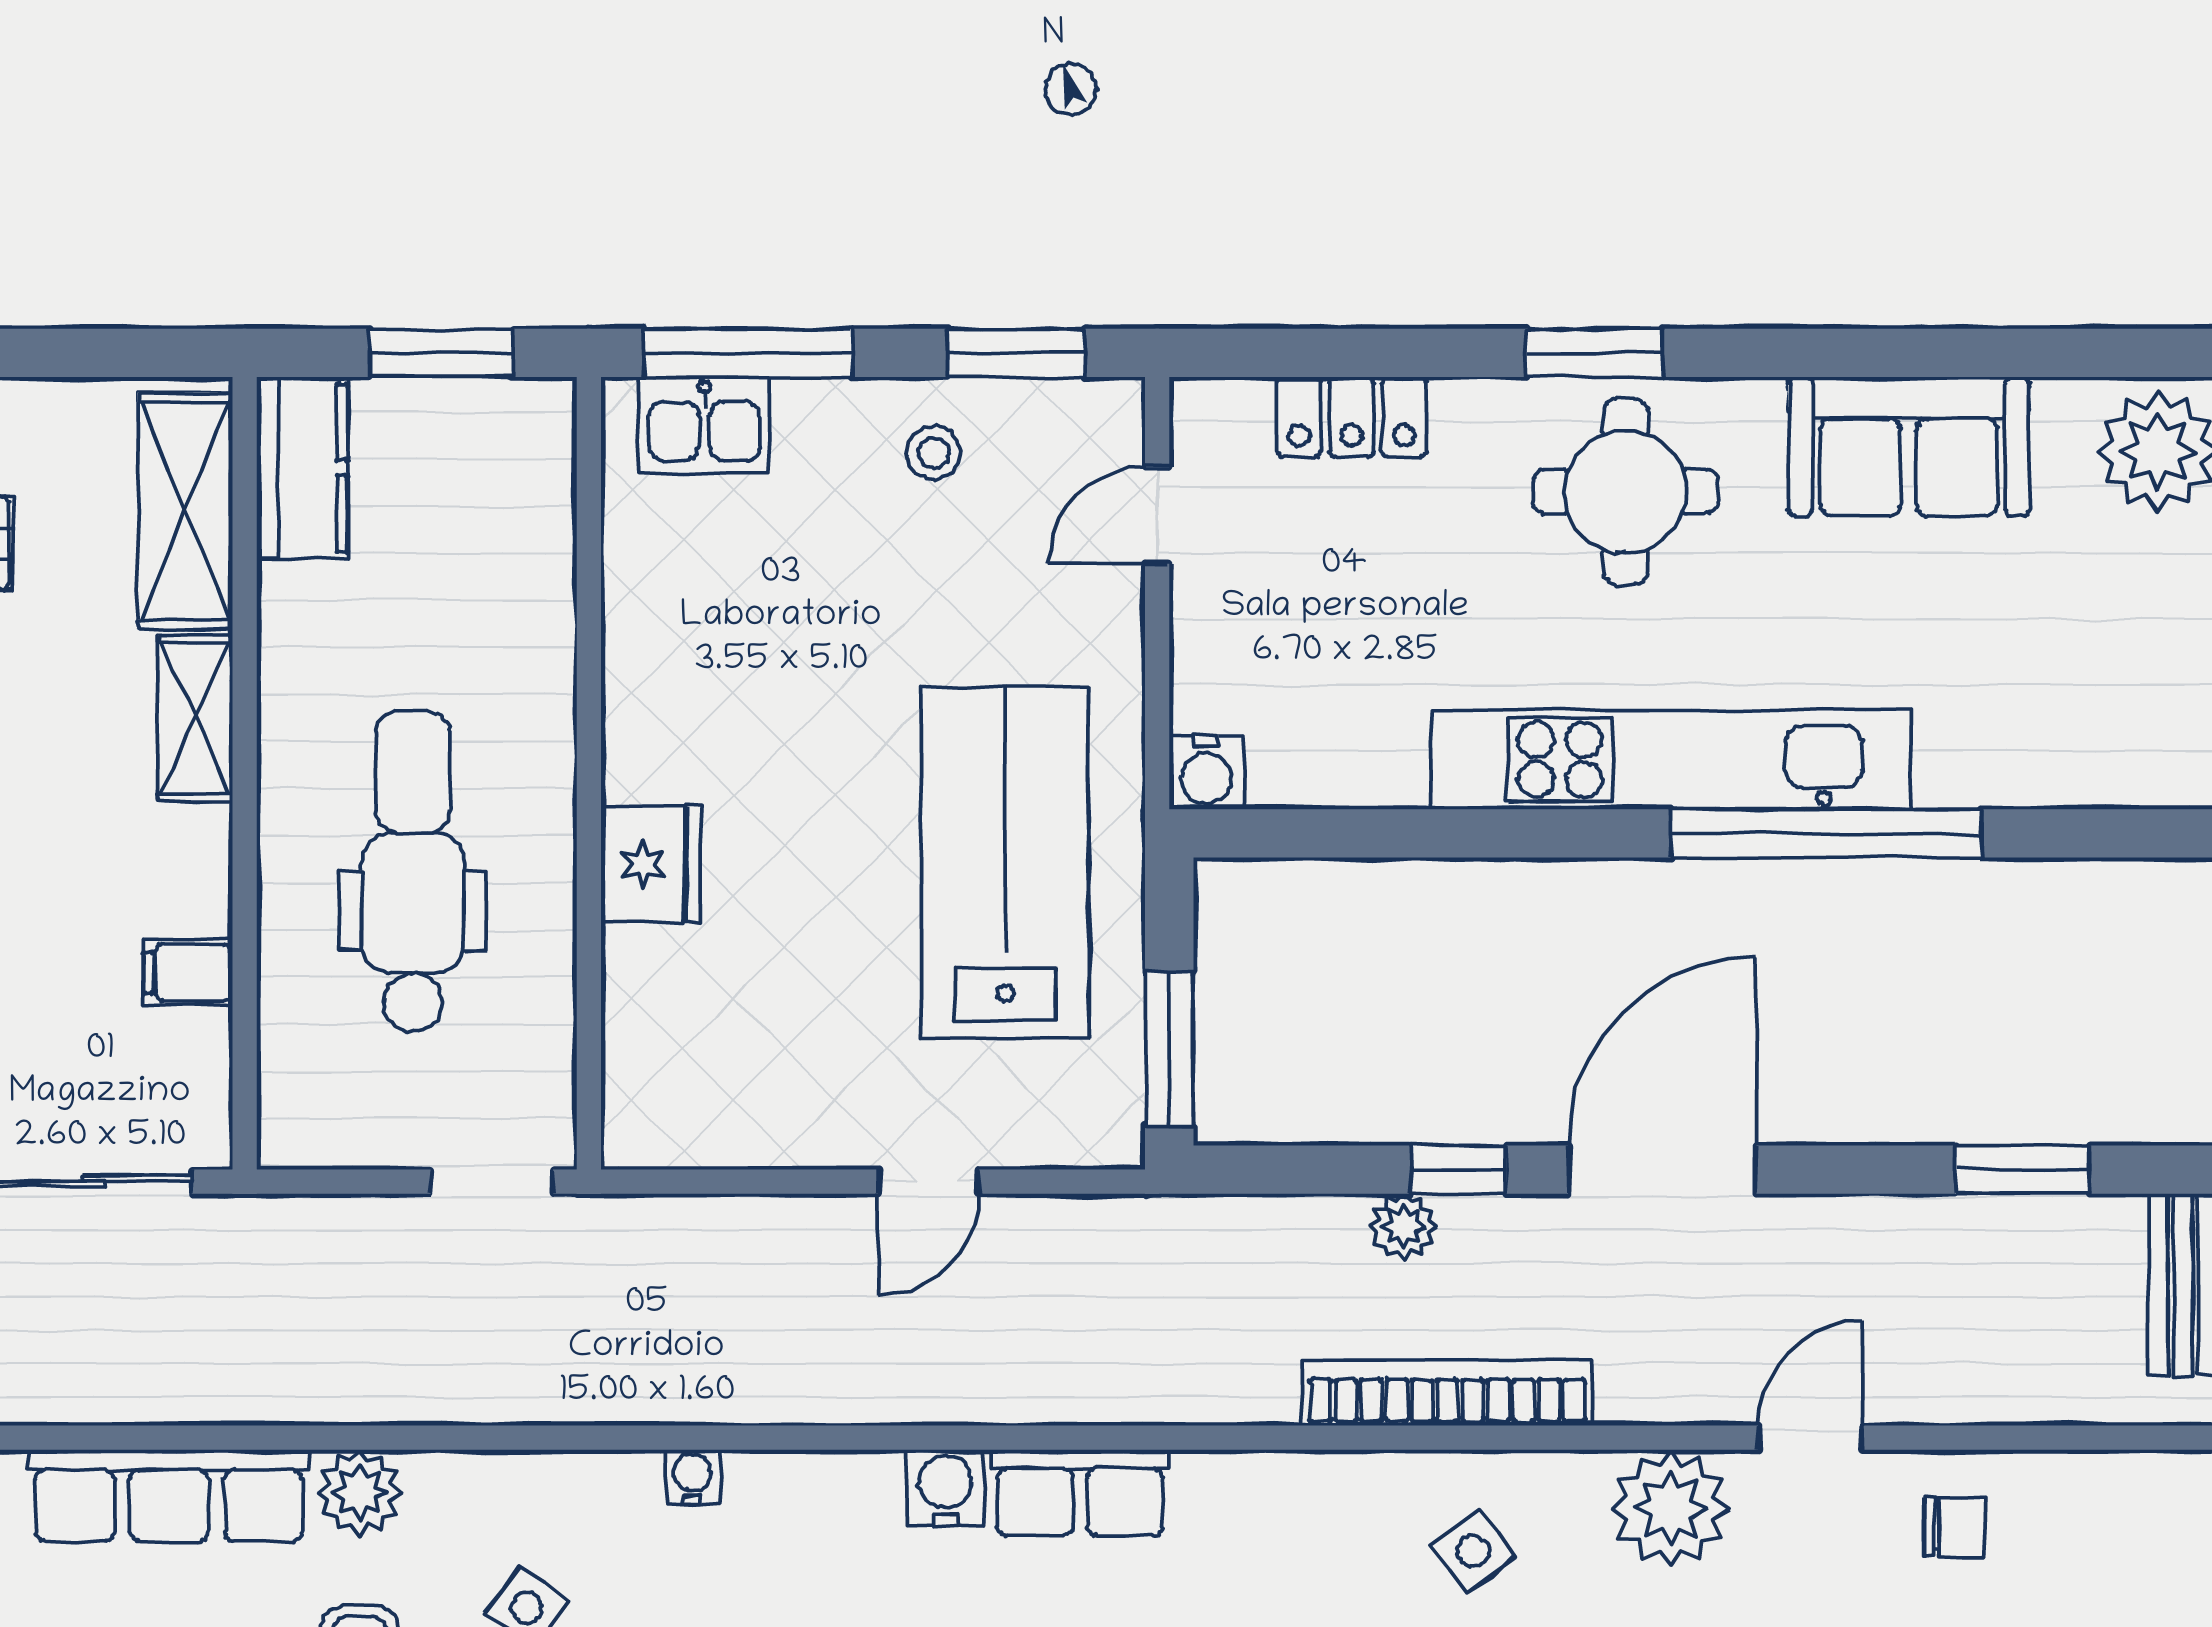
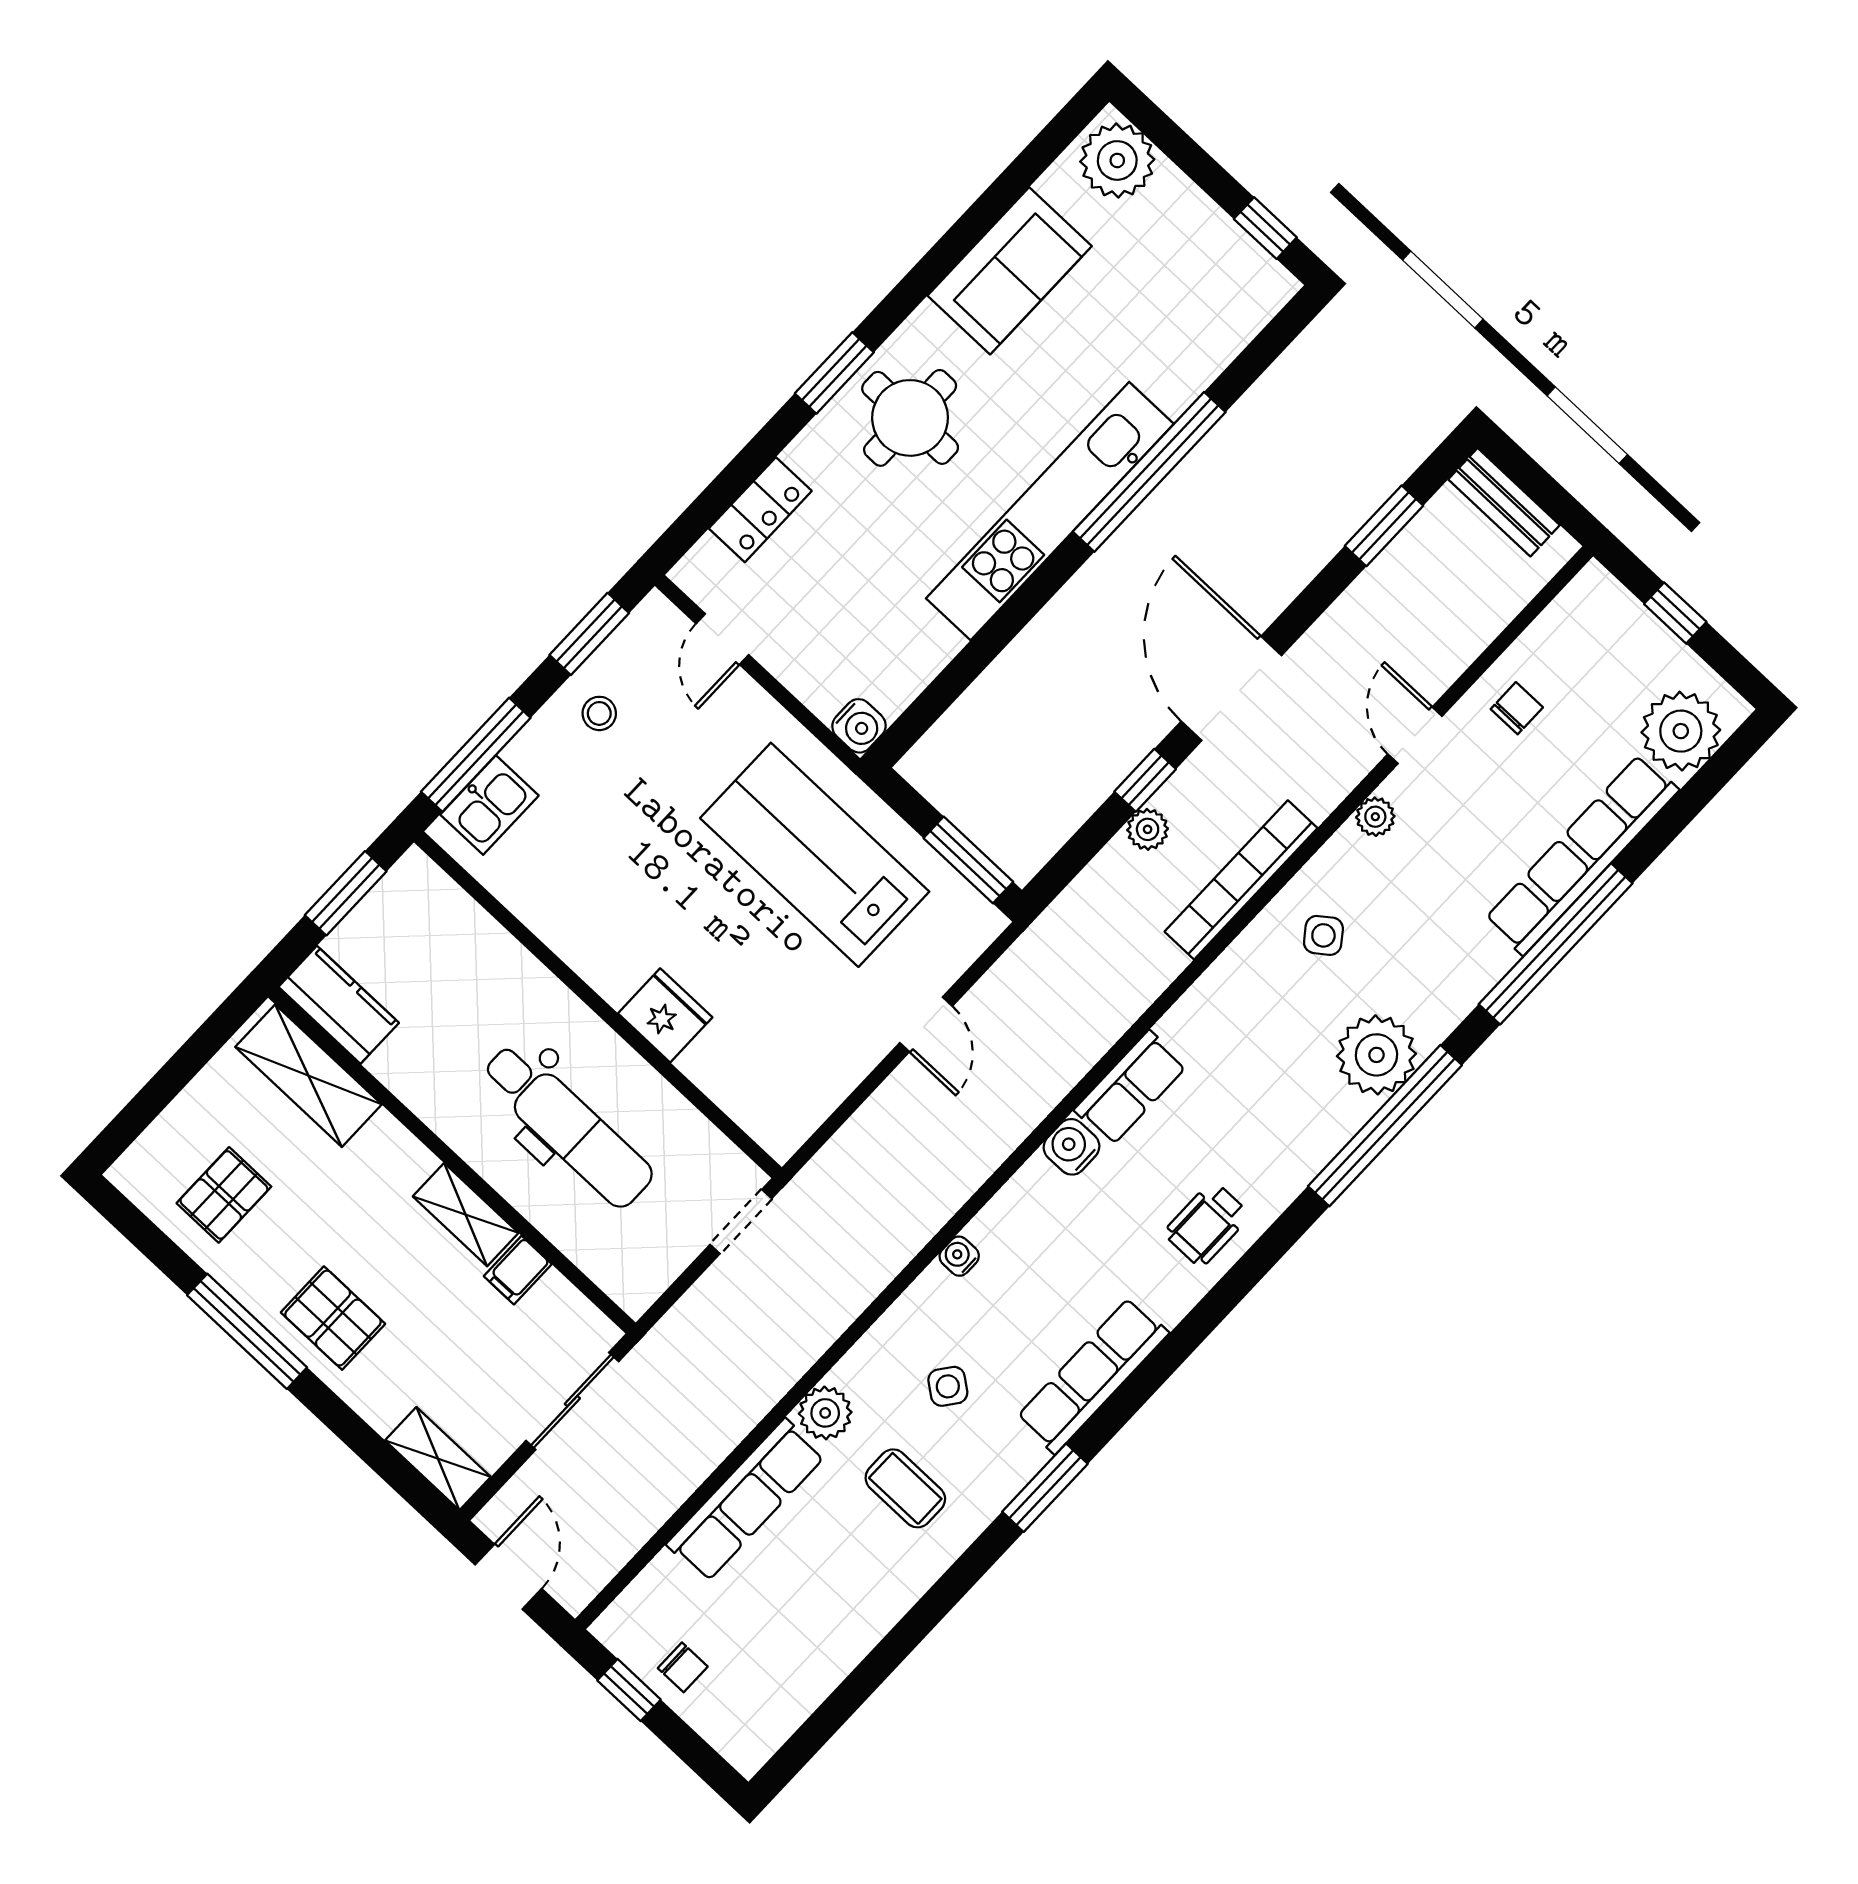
shelving: (195, 718) -> (466, 1215), moved
dental chair: (413, 871) -> (567, 1126), turned 180
plant: (1670, 1508) -> (1375, 817), width x0.53, depth x0.53

